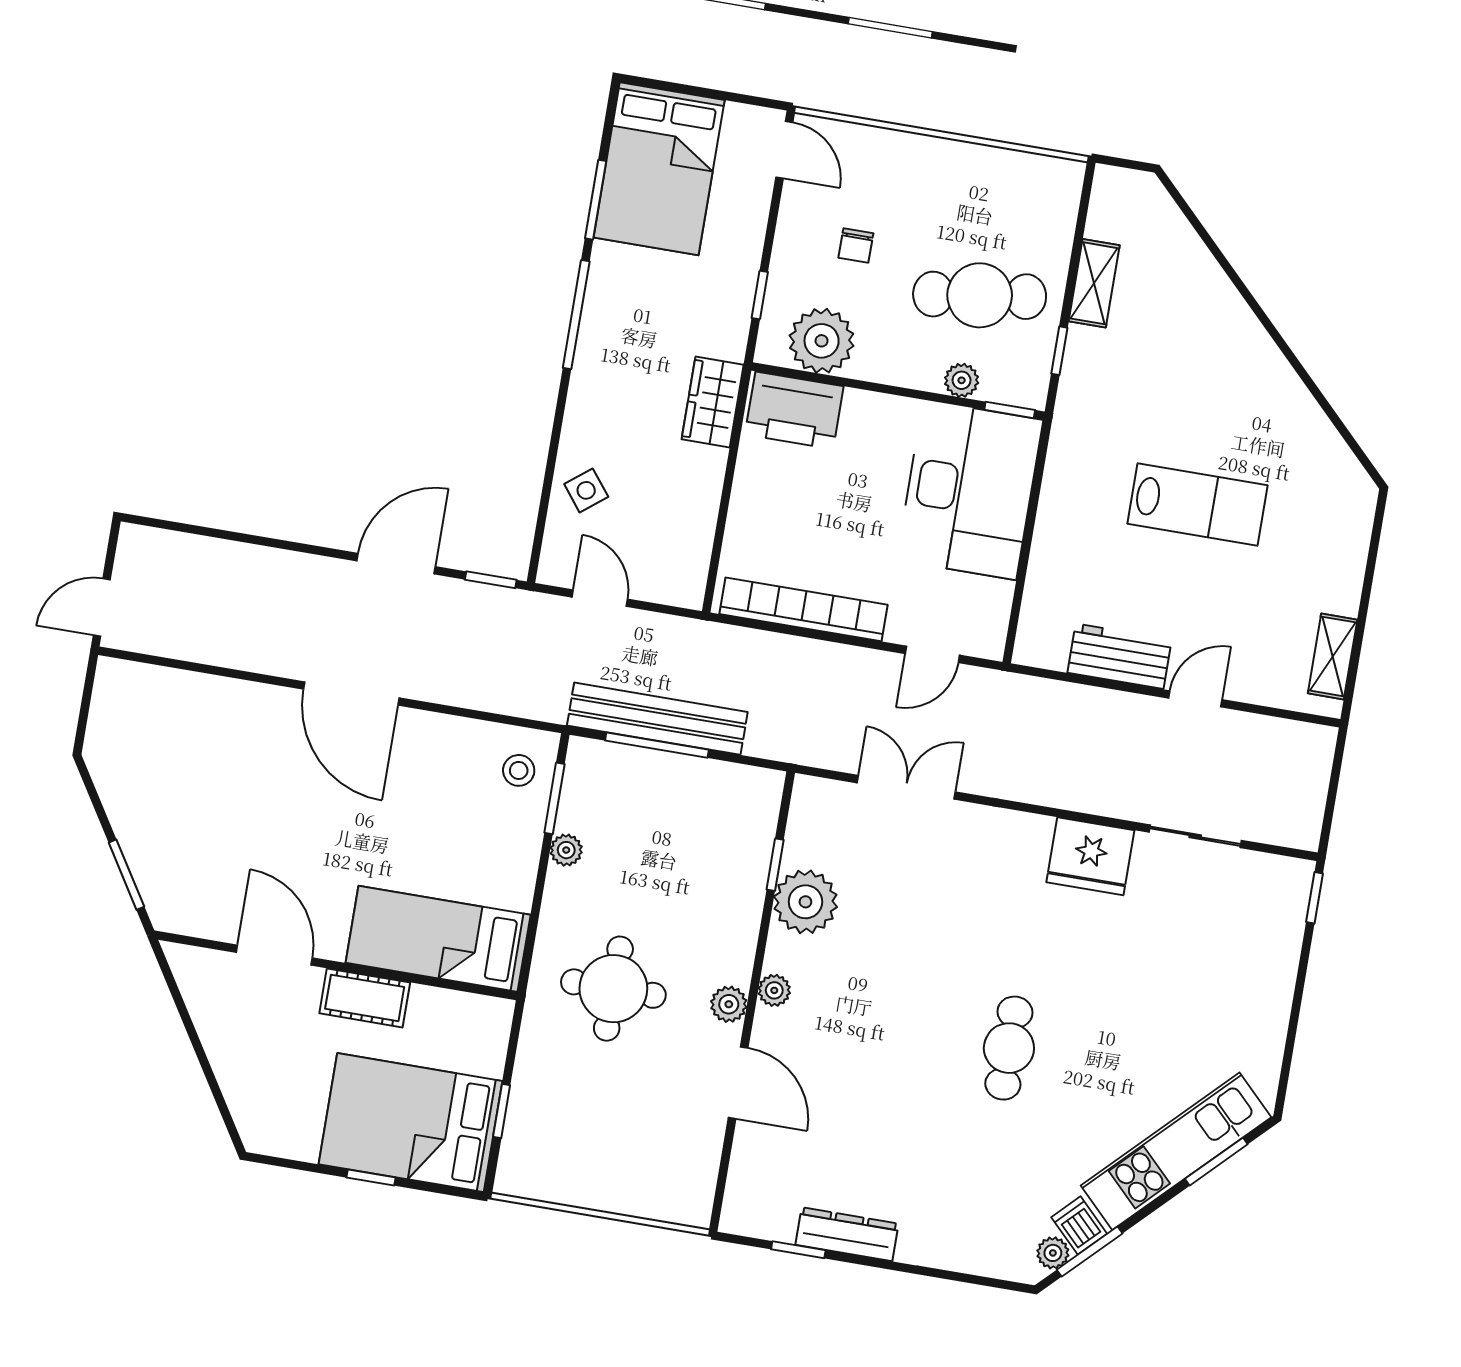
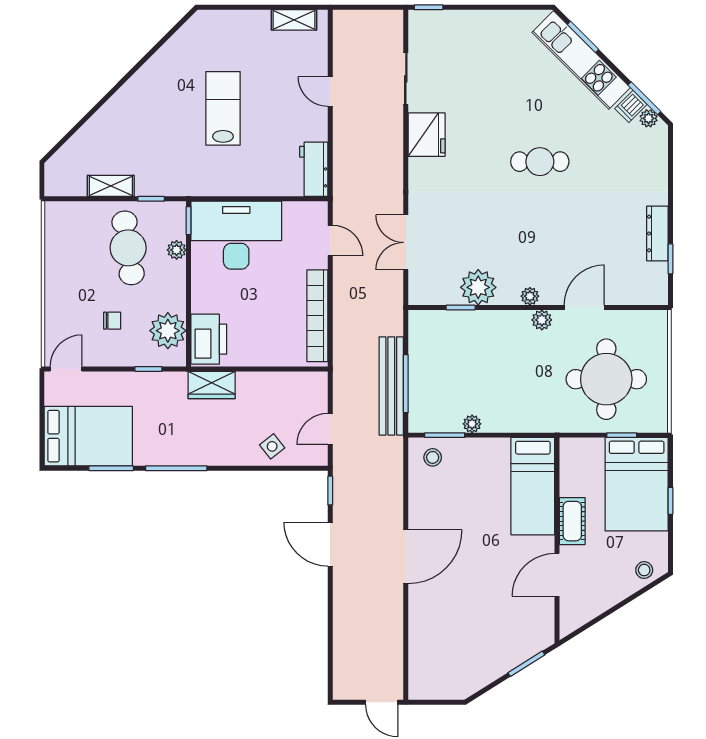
workbench: (1120, 656) -> (314, 169), moved
round table: (613, 989) -> (606, 379), moved, width x1.36, depth x1.36
stool: (257, 1110) -> (644, 570), added

